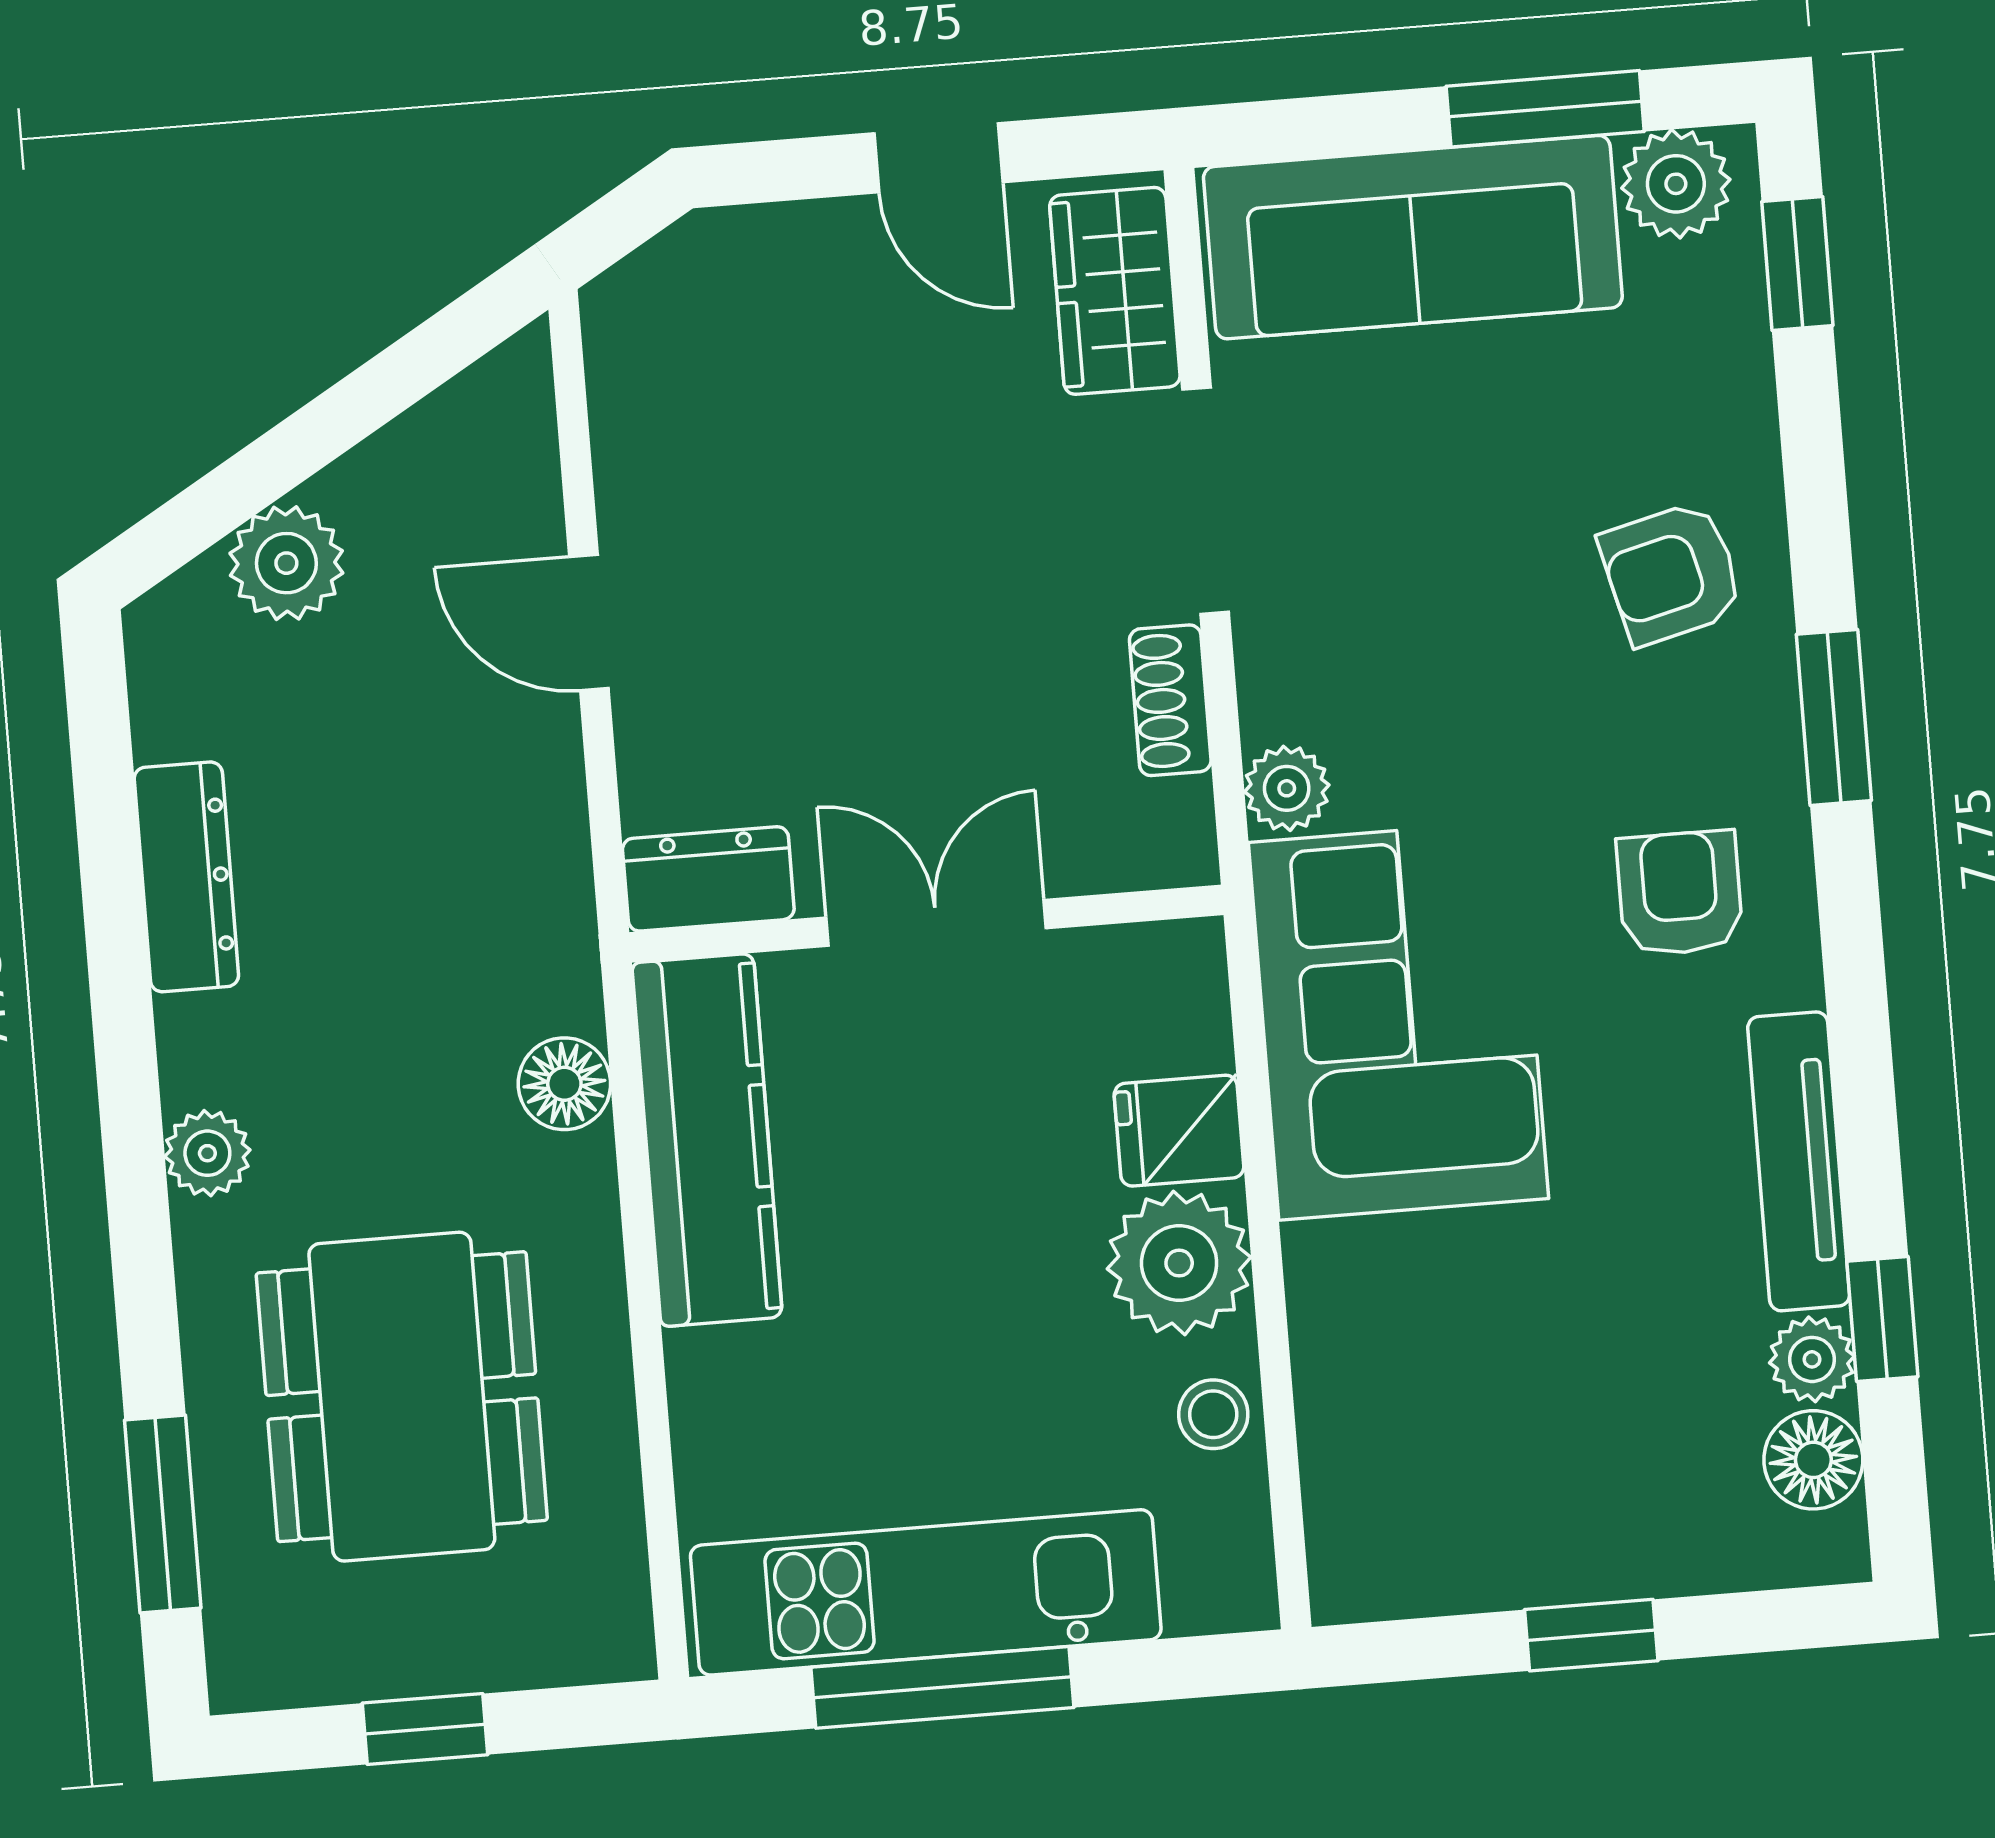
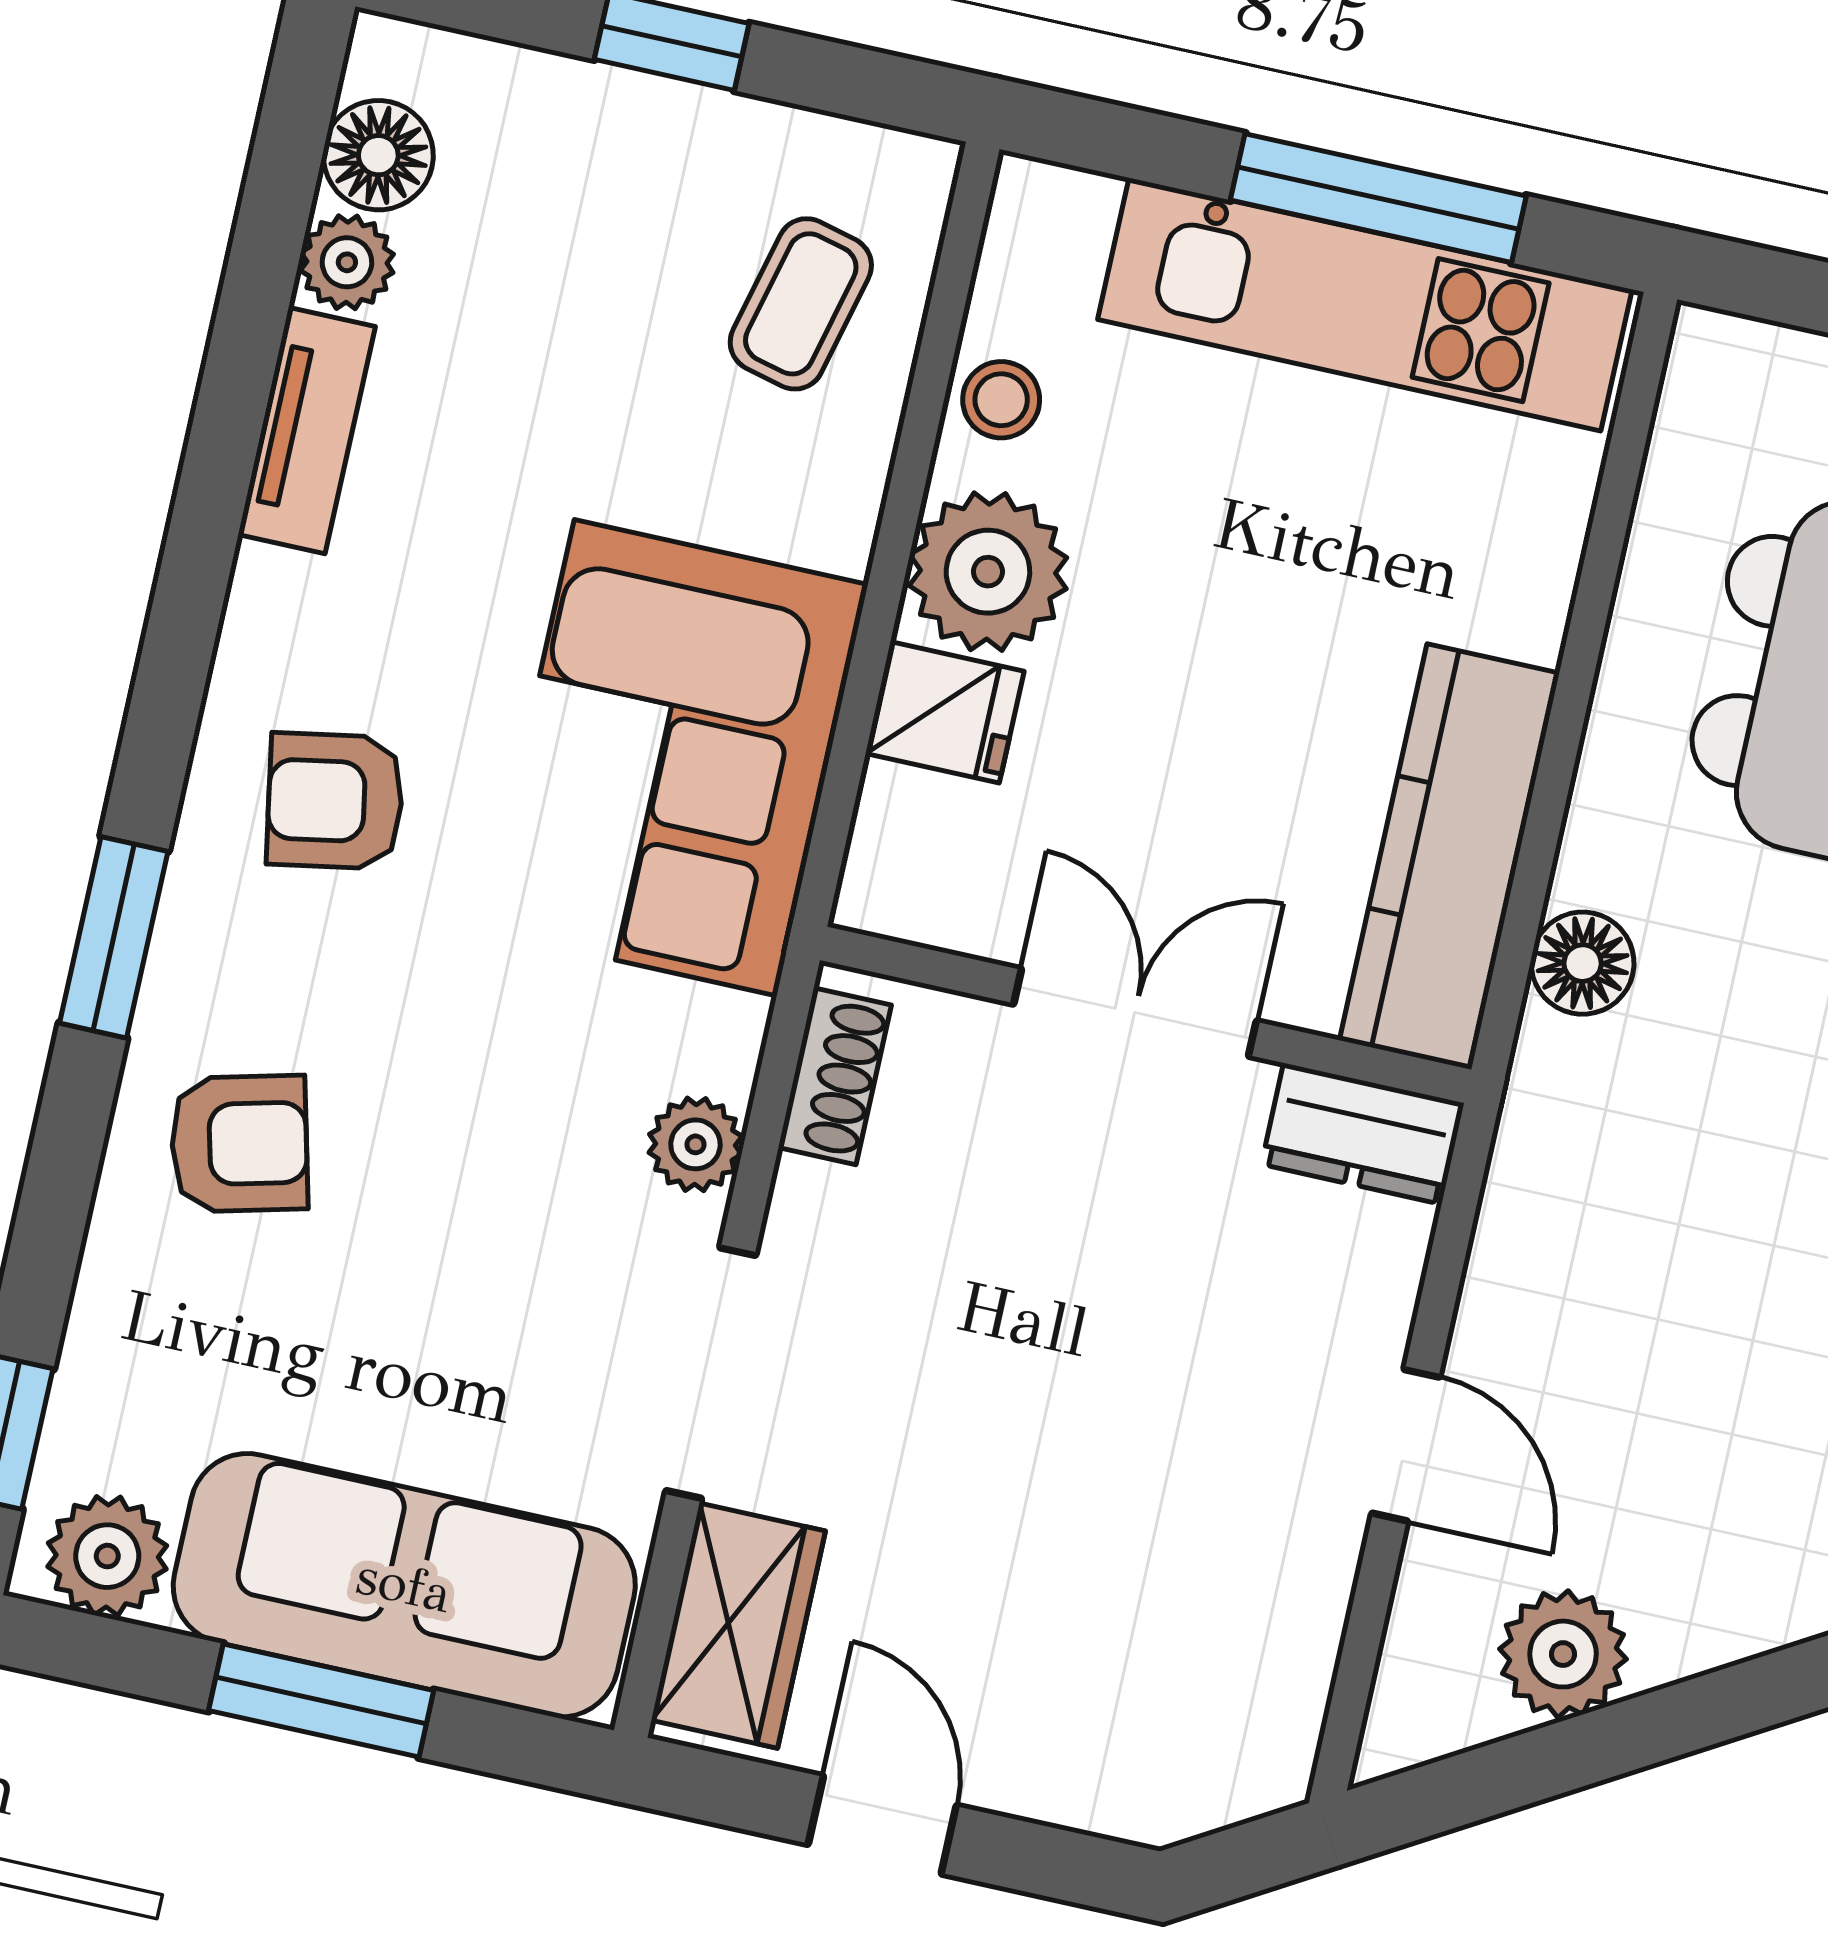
window: (1545, 109) -> (321, 1700), moved
plant: (286, 563) -> (1563, 1654), moved
shoe rack: (1170, 700) -> (835, 1076), moved
plant: (1287, 788) -> (696, 1144), moved
armchair: (1680, 893) -> (335, 801), turned 80
double door: (936, 923) -> (1135, 1013), swing flipped
tv unit: (1799, 1161) -> (307, 431), width x0.71
window: (1882, 1319) -> (259, 282), removed
coffee table: (1411, 1444) -> (801, 304), added

